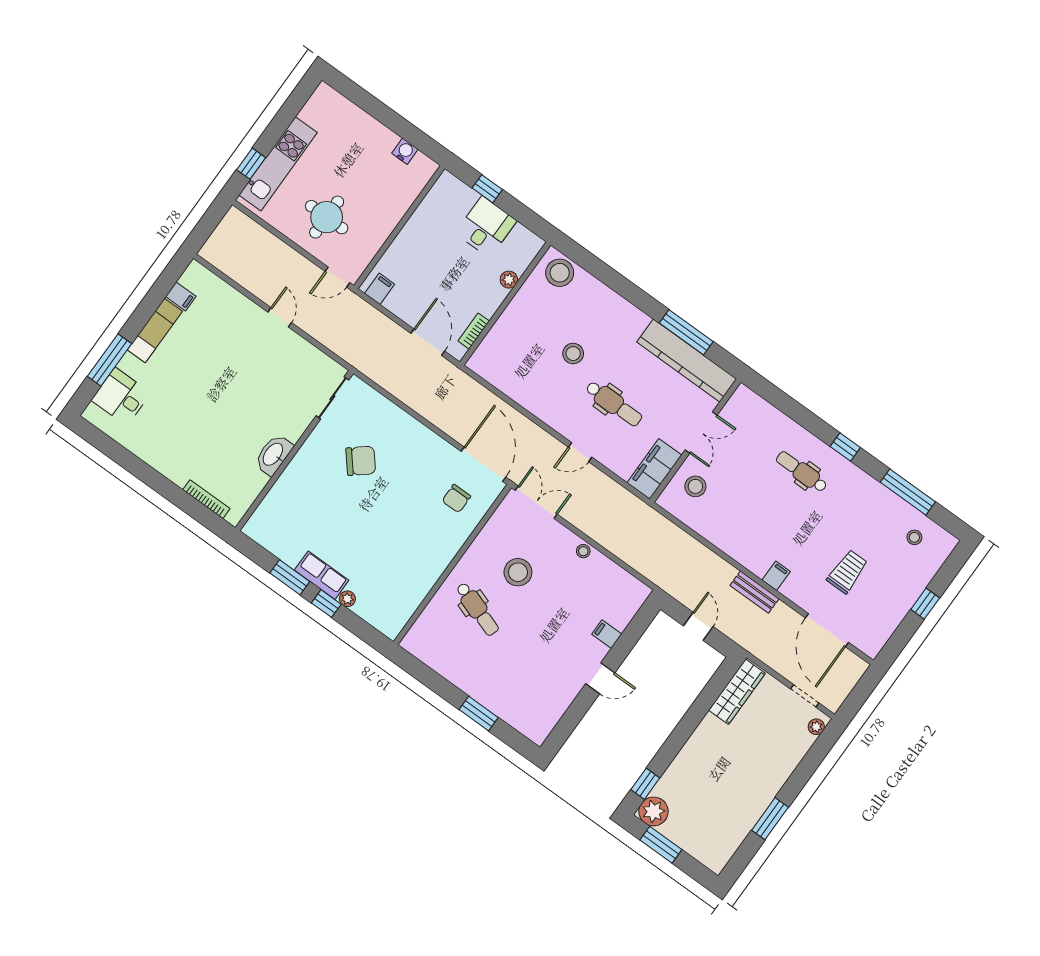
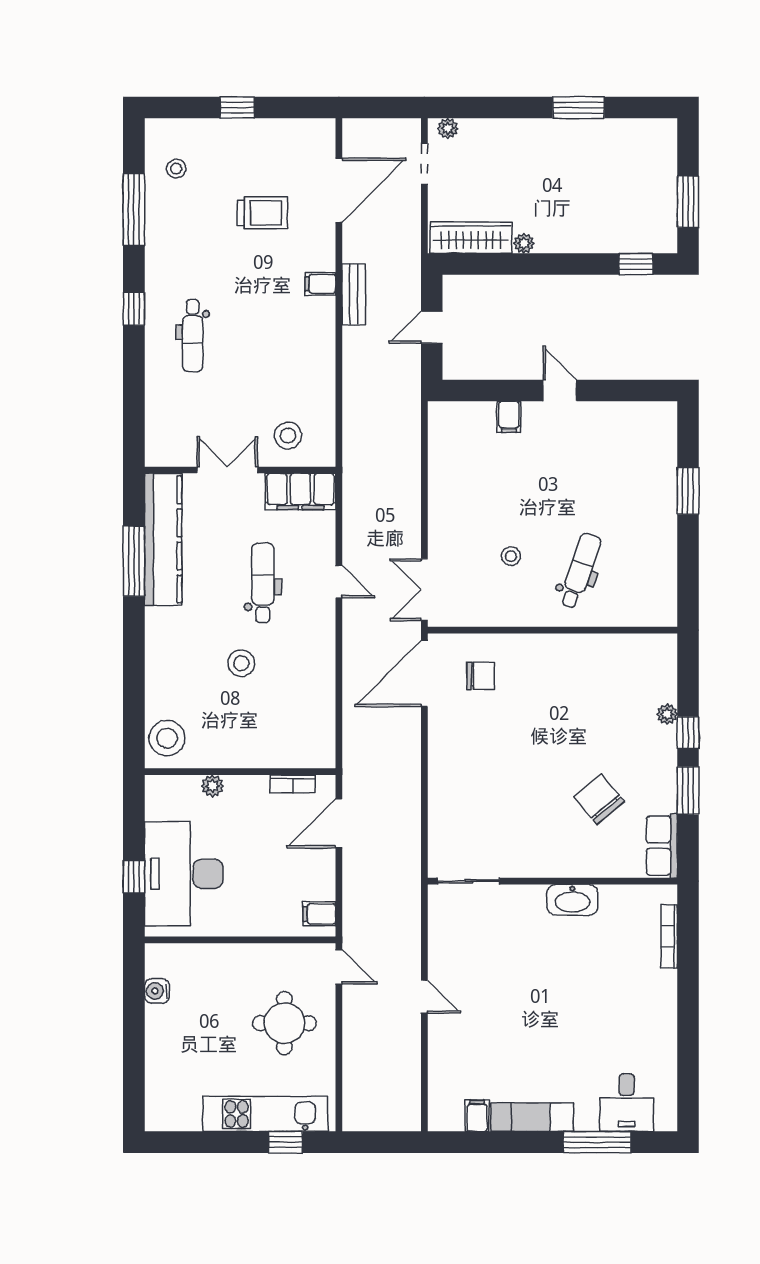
desk: (486, 227) -> (184, 874), width x1.87, depth x1.30
door: (280, 317) -> (424, 997), swing flipped
chair: (361, 461) -> (599, 799), moved
stool: (583, 551) -> (440, 504), removed
stool: (518, 572) -> (511, 556), width x0.53, depth x0.53
trolley: (847, 572) -> (262, 213), turned 180
row of seats: (322, 575) -> (662, 846), moved
plant: (654, 811) -> (524, 243), moved, width x0.53, depth x0.53

